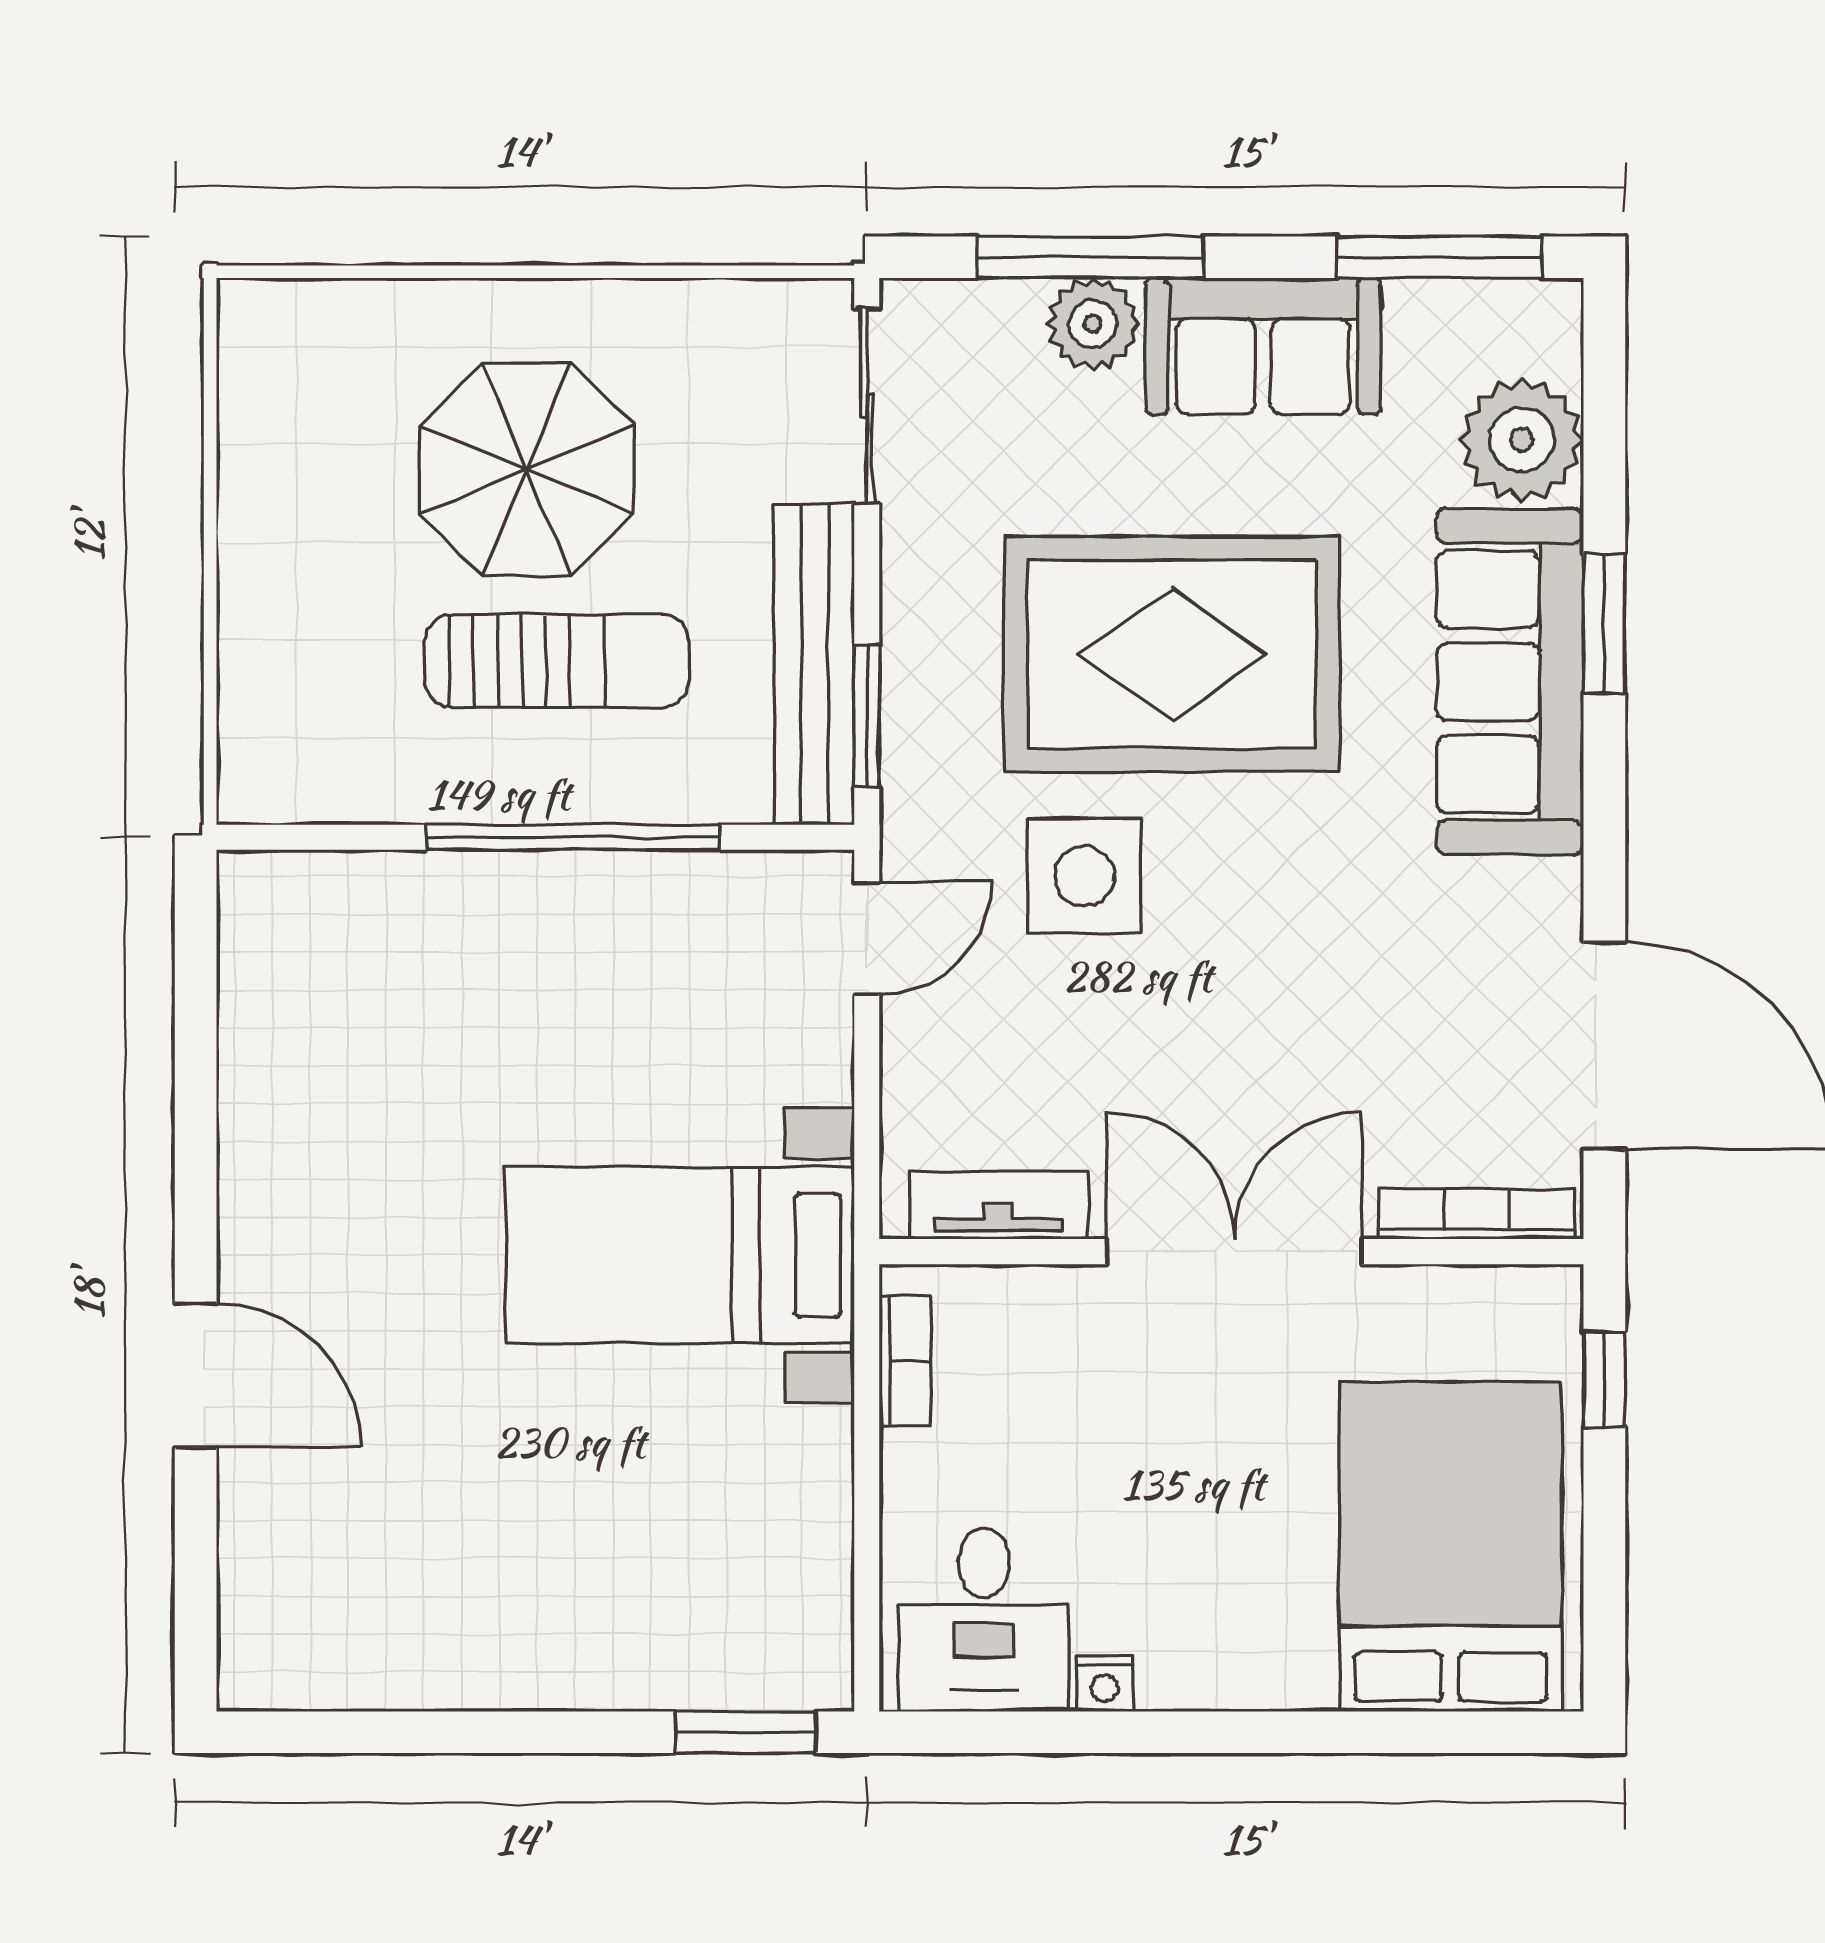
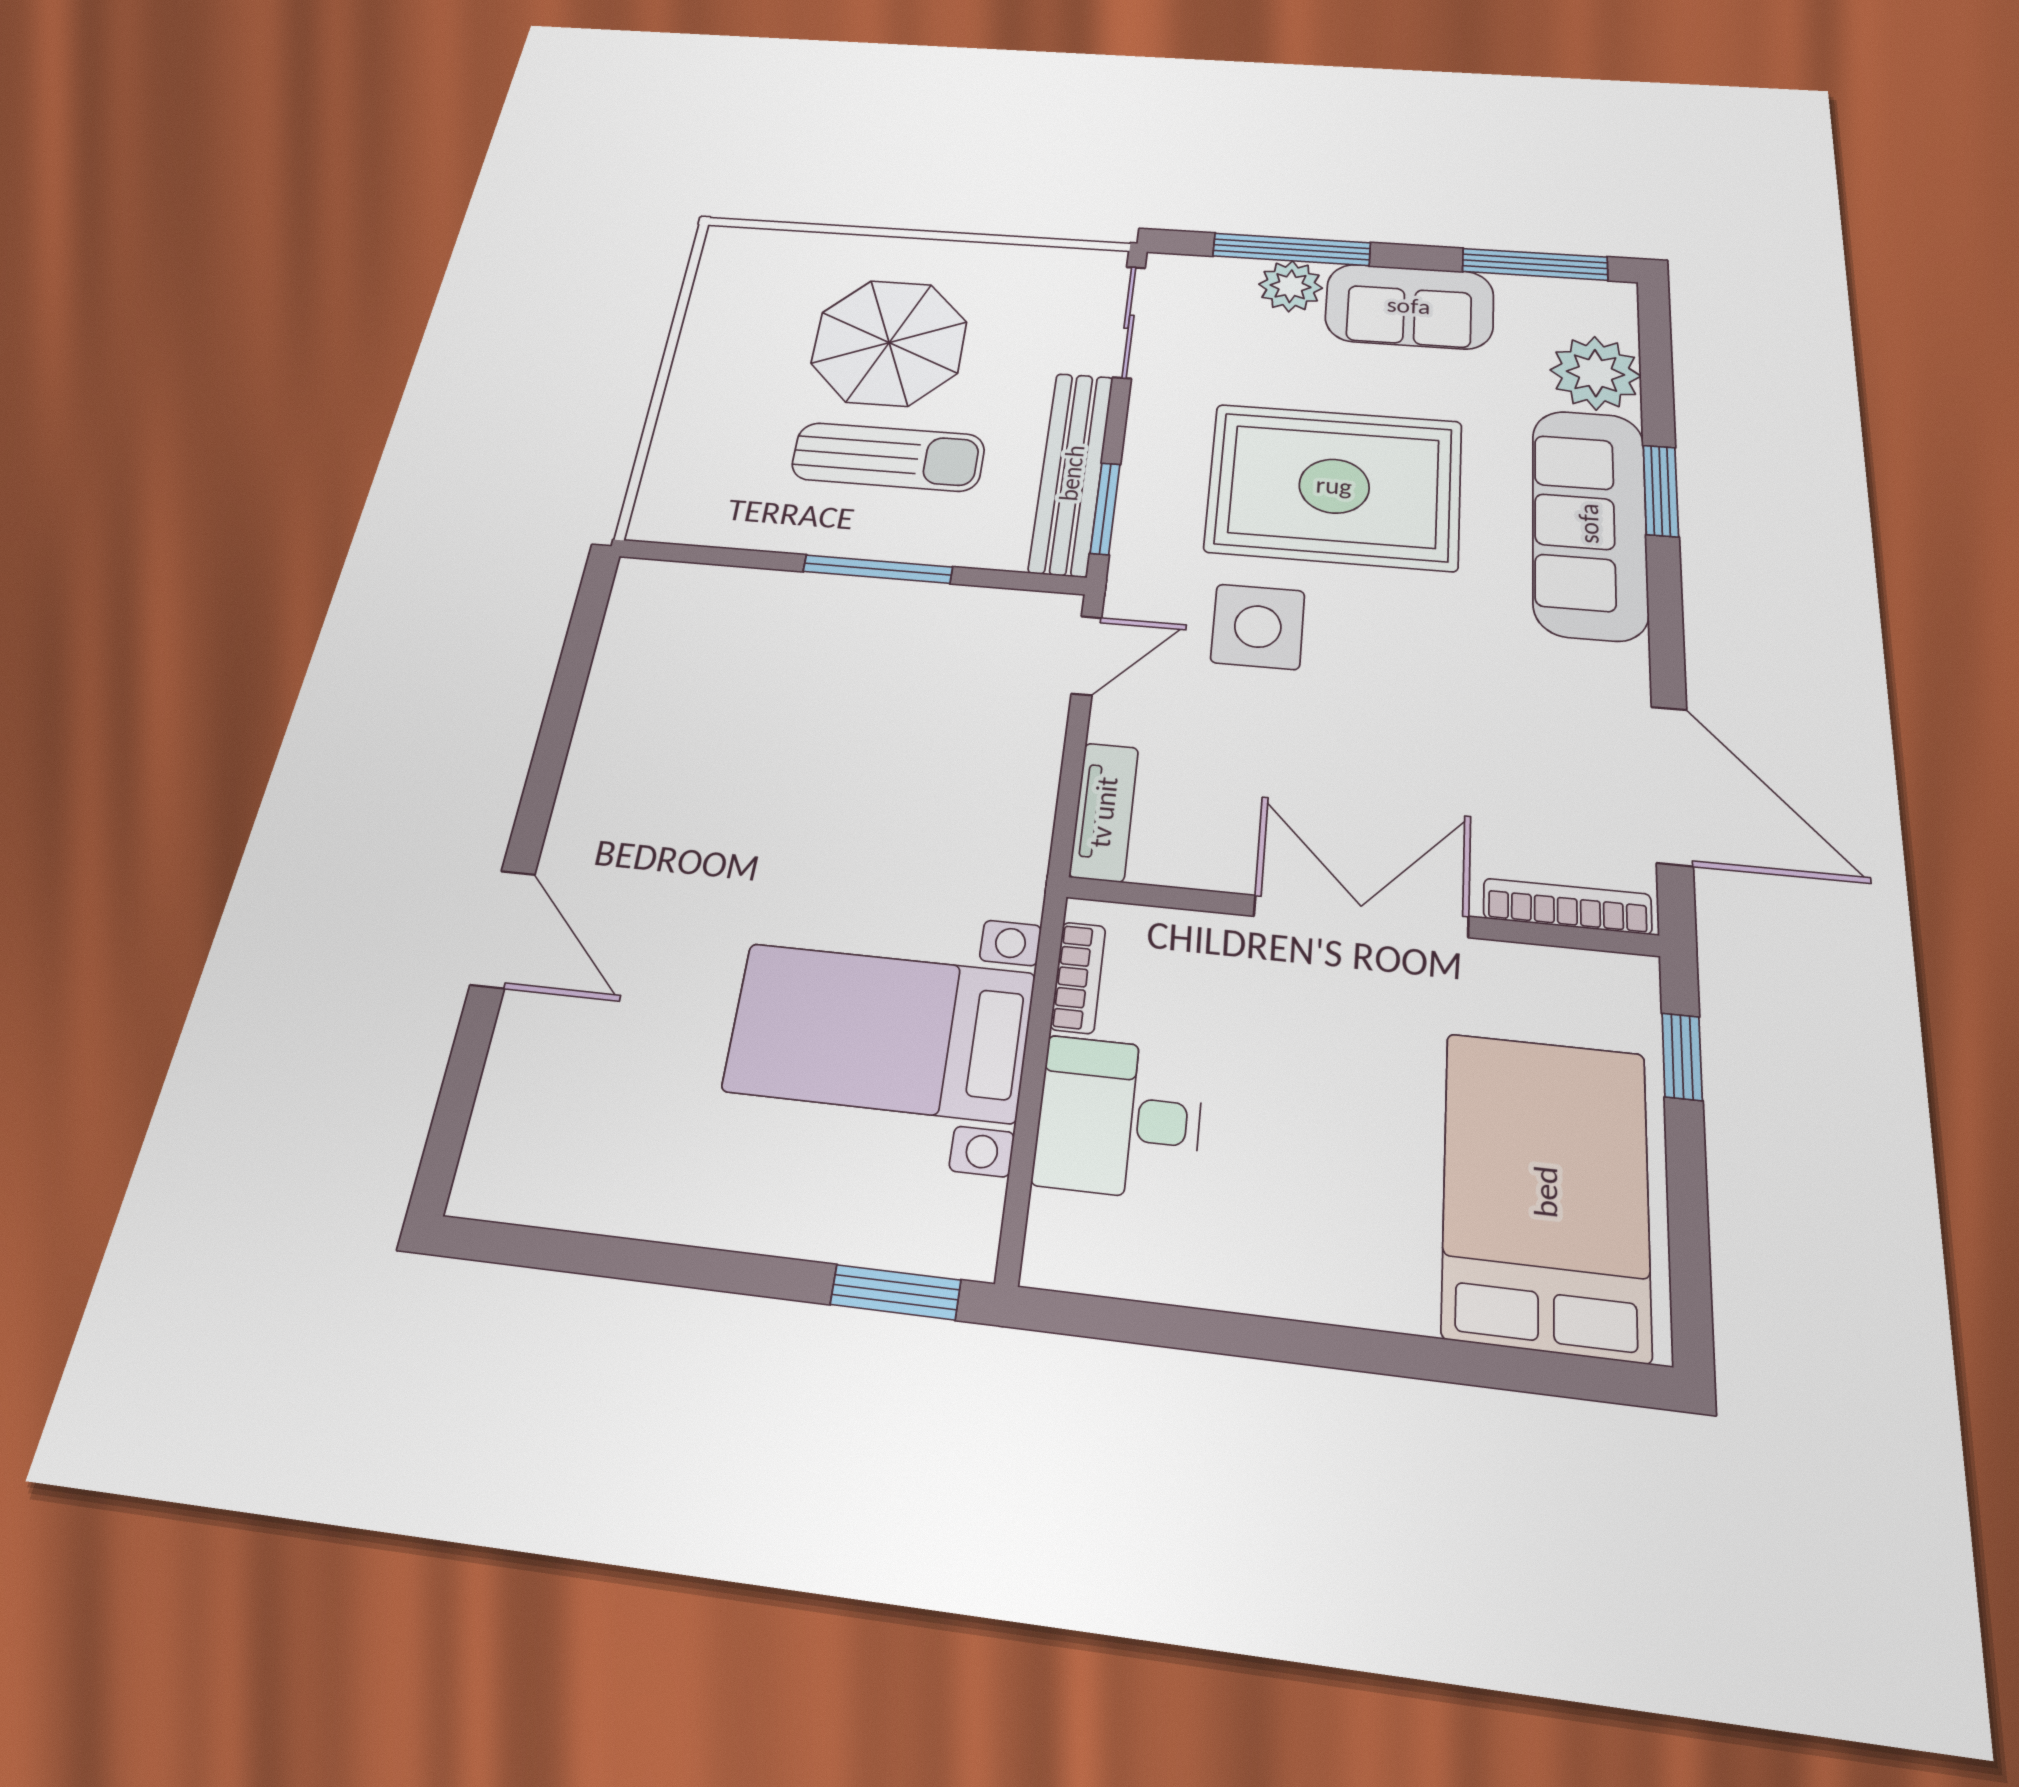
window: (573, 837) -> (878, 569), width x0.68
tv unit: (998, 1205) -> (1104, 812), moved, turned 90
bed with nightstands: (680, 1255) -> (880, 1032), moved
desk: (984, 1620) -> (1119, 1118), moved, turned 90
nightstand: (1105, 1684) -> (1224, 1285), removed

